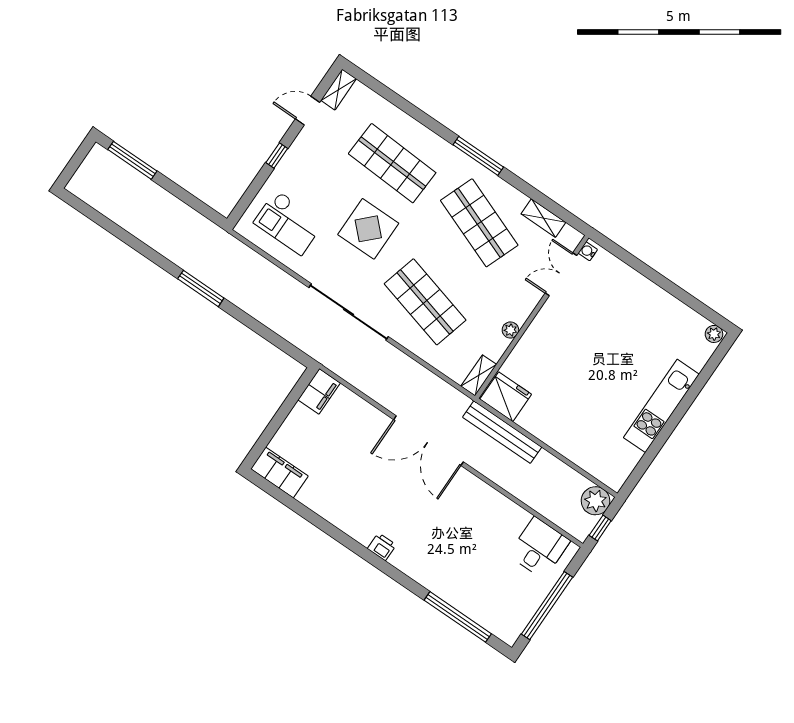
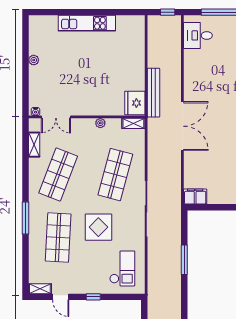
window: (478, 156) -> (26, 218), moved
window: (201, 288) -> (184, 260), moved
plant: (714, 334) -> (34, 60), moved
plant: (595, 501) -> (156, 24), removed

